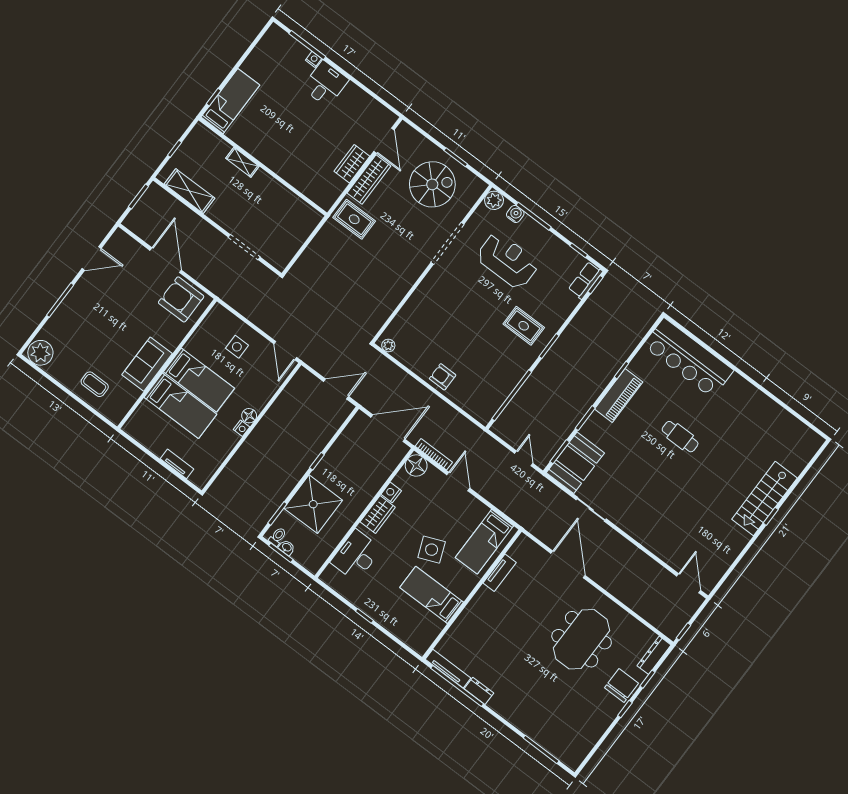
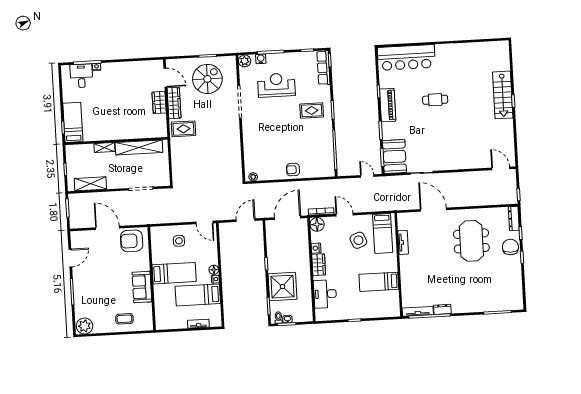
desk: (325, 84) -> (81, 76), moved
shelving: (283, 197) -> (139, 147), added
row of seats: (585, 280) -> (323, 68), width x1.48
bed: (180, 406) -> (198, 295), moved, turned 180
side table: (432, 550) -> (358, 240), moved

